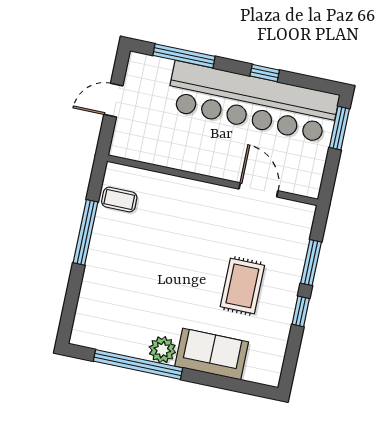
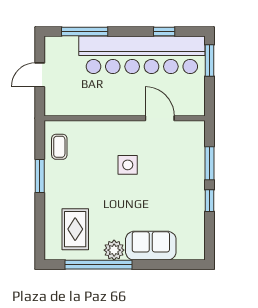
window: (265, 73) -> (164, 32), moved
coffee table: (119, 200) -> (59, 147), turned 90
window: (86, 232) -> (40, 176), width x0.69
side table: (204, 242) -> (128, 165), added
rug: (242, 286) -> (75, 229), moved

